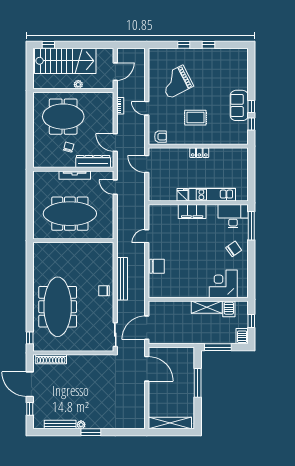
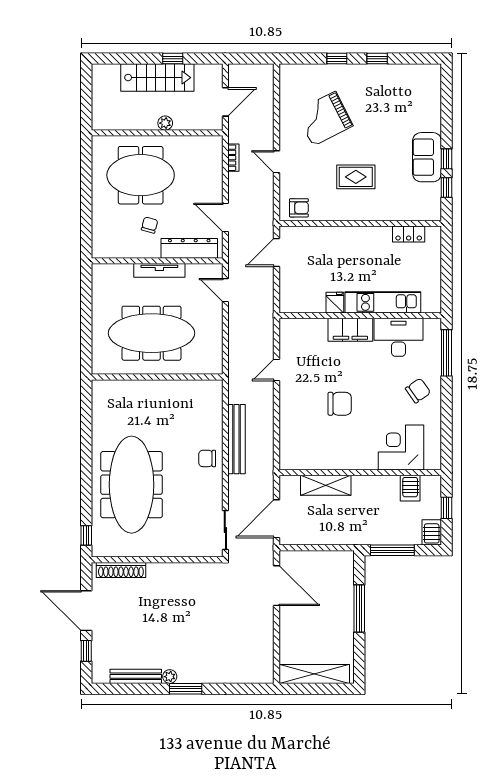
window: (48, 45) -> (173, 59), moved
stairs: (65, 61) -> (157, 78), width x0.73, depth x0.66
locker: (199, 153) -> (409, 234), moved
door: (147, 164) -> (277, 252), hinge flipped
desk: (233, 216) -> (399, 337), moved
chair: (157, 266) -> (340, 404), moved
shelving: (207, 307) -> (326, 485), moved

